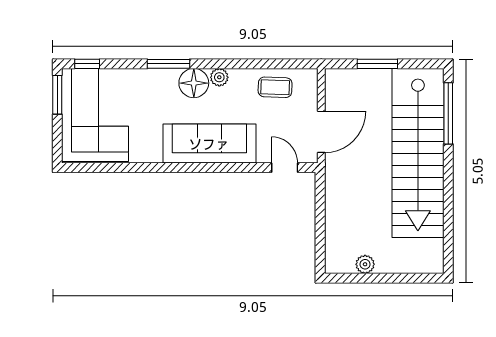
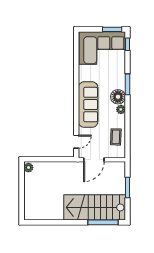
door: (321, 132) -> (94, 160), hinge flipped
stairs: (418, 153) -> (95, 207), width x0.73
plant: (365, 264) -> (28, 168), moved

